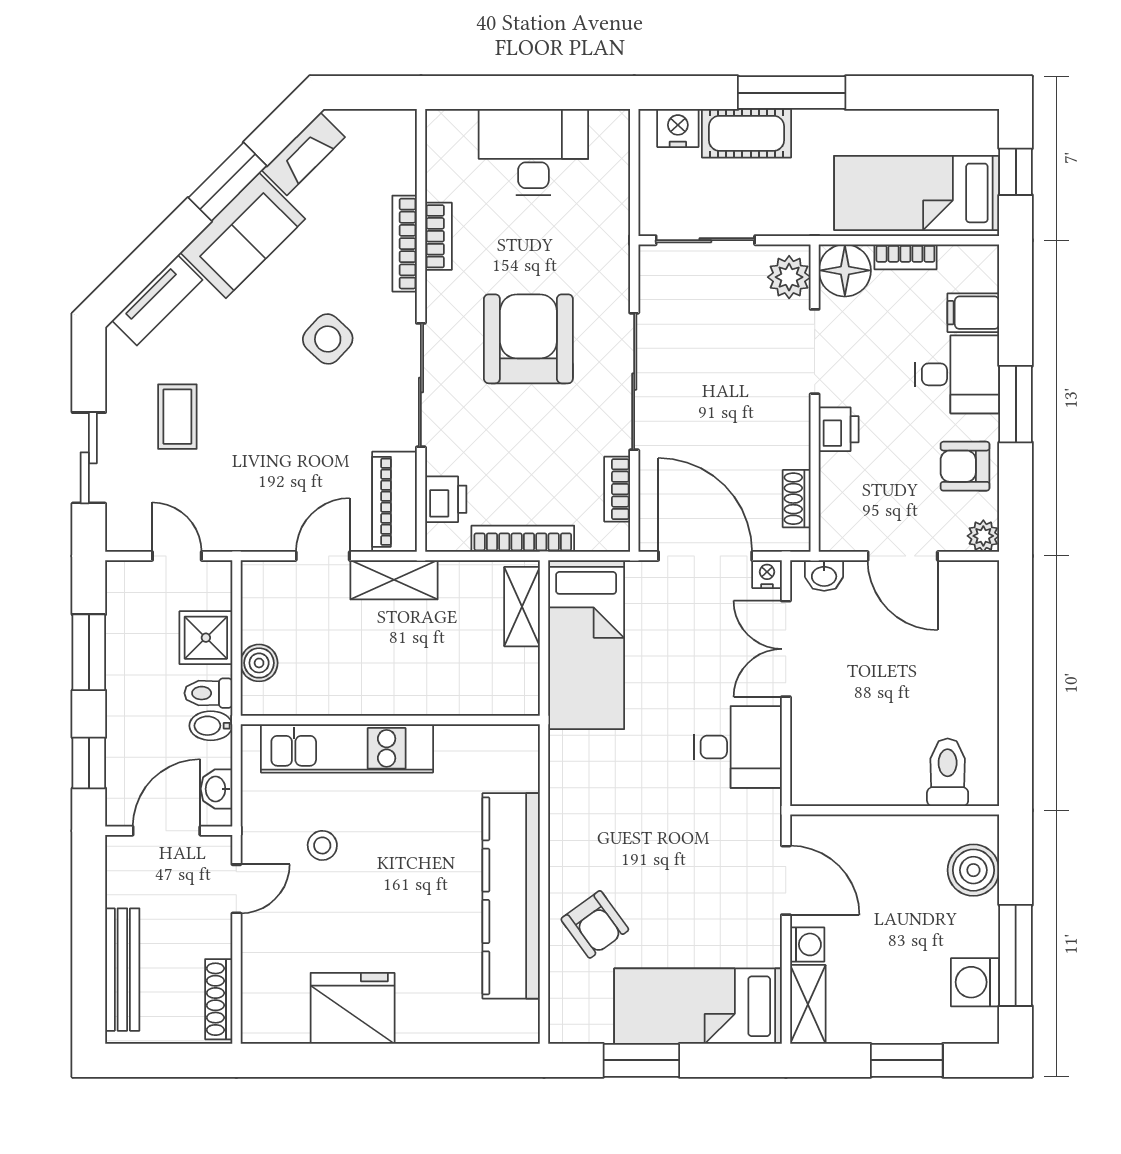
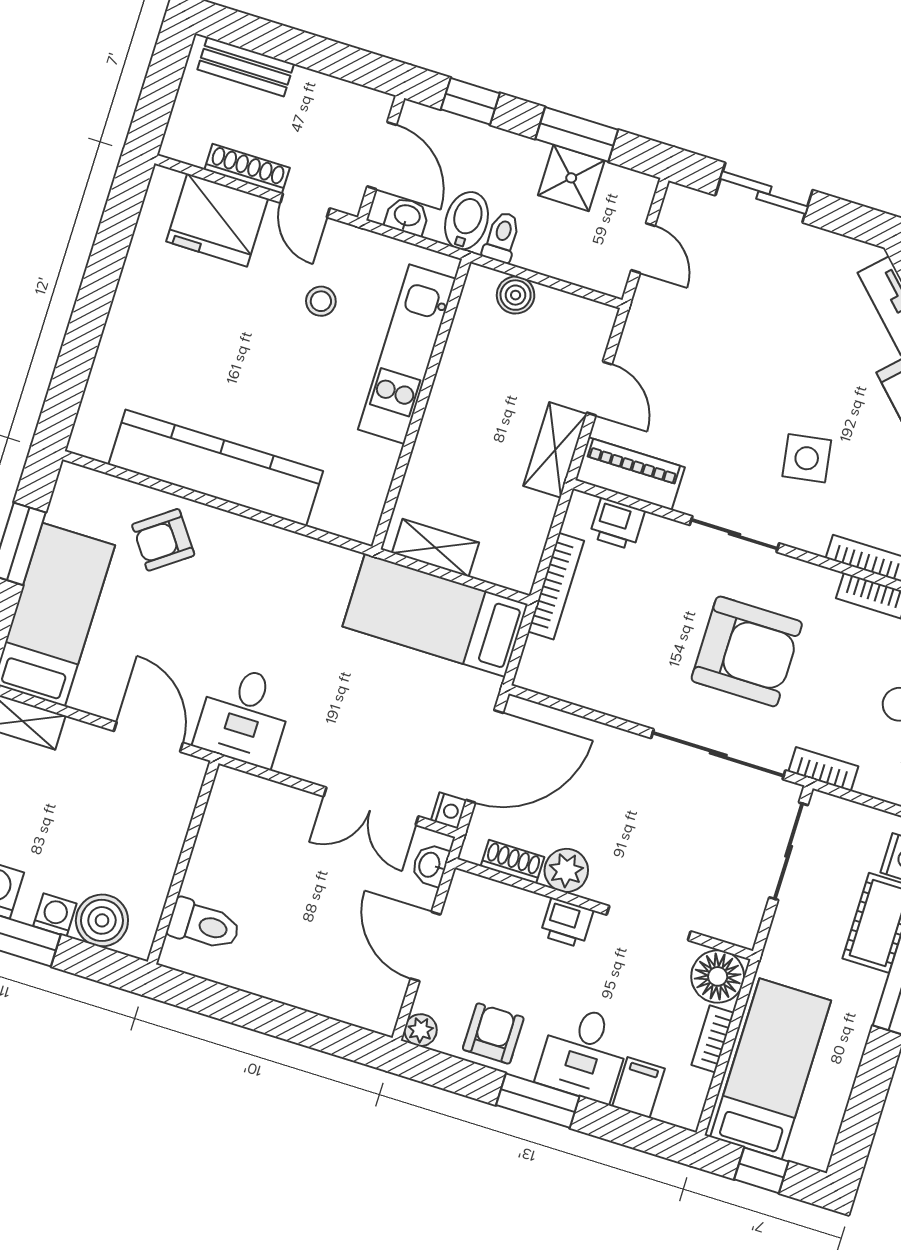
plant: (789, 277) -> (566, 870), moved
side table: (328, 339) -> (807, 458), turned 38
sliding door: (634, 382) -> (718, 754), moved
sliding door: (421, 385) -> (734, 534), width x0.73
coffee table: (177, 417) -> (777, 290), removed
bookcase: (617, 489) -> (823, 769), moved
door: (177, 556) -> (643, 248), hinge flipped
door: (903, 556) -> (426, 947), hinge flipped
shelving: (522, 607) -> (436, 548), moved
shower: (206, 638) -> (571, 178), moved
double door: (786, 649) -> (371, 806), swing flipped
bidet: (211, 726) -> (466, 221), width x1.38, depth x1.36
desk: (738, 747) -> (244, 716), moved
door: (786, 880) -> (148, 737), swing flipped
washing machine: (807, 944) -> (55, 915), moved, turned 180
bench: (122, 970) -> (246, 67), width x0.73
shoe rack: (219, 999) -> (247, 169), moved
fridge: (353, 1008) -> (217, 220), moved, turned 90

